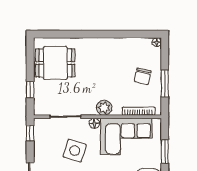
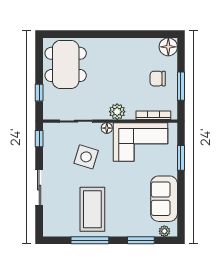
floor lamp: (157, 42) -> (168, 47), width x1.89, depth x1.89
dining table: (55, 63) -> (66, 64), width x1.38
chair: (143, 76) -> (158, 79), turned 78

